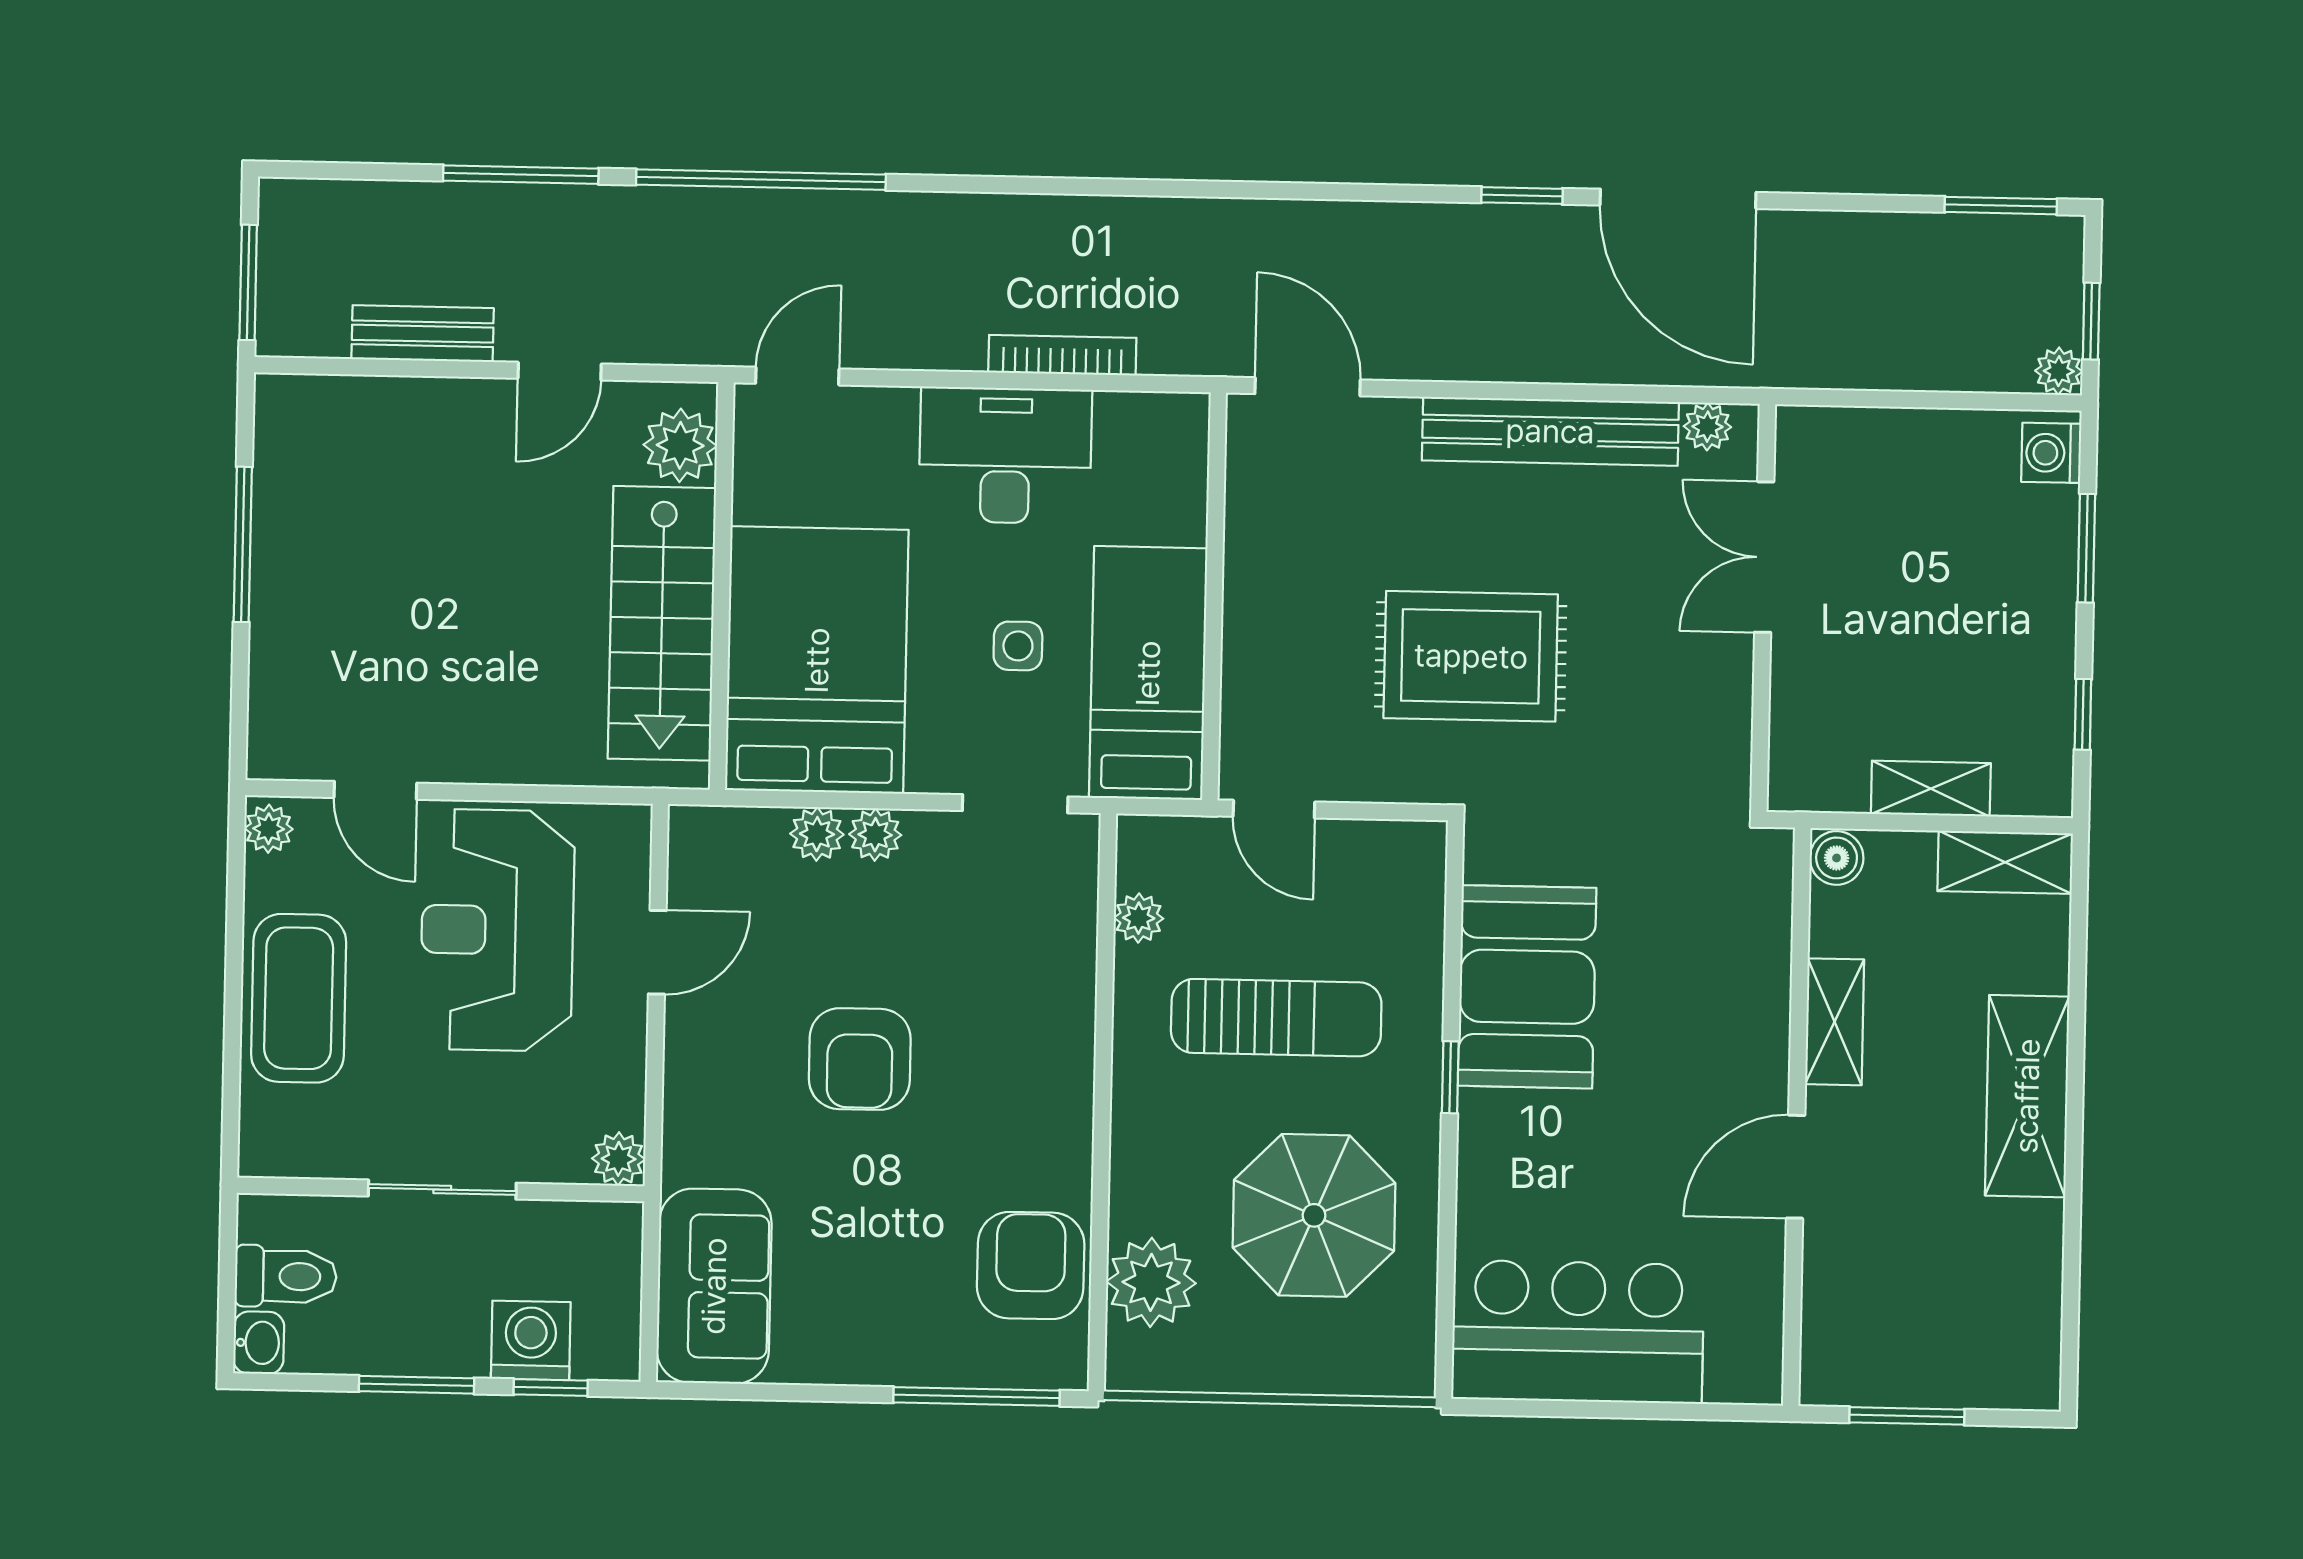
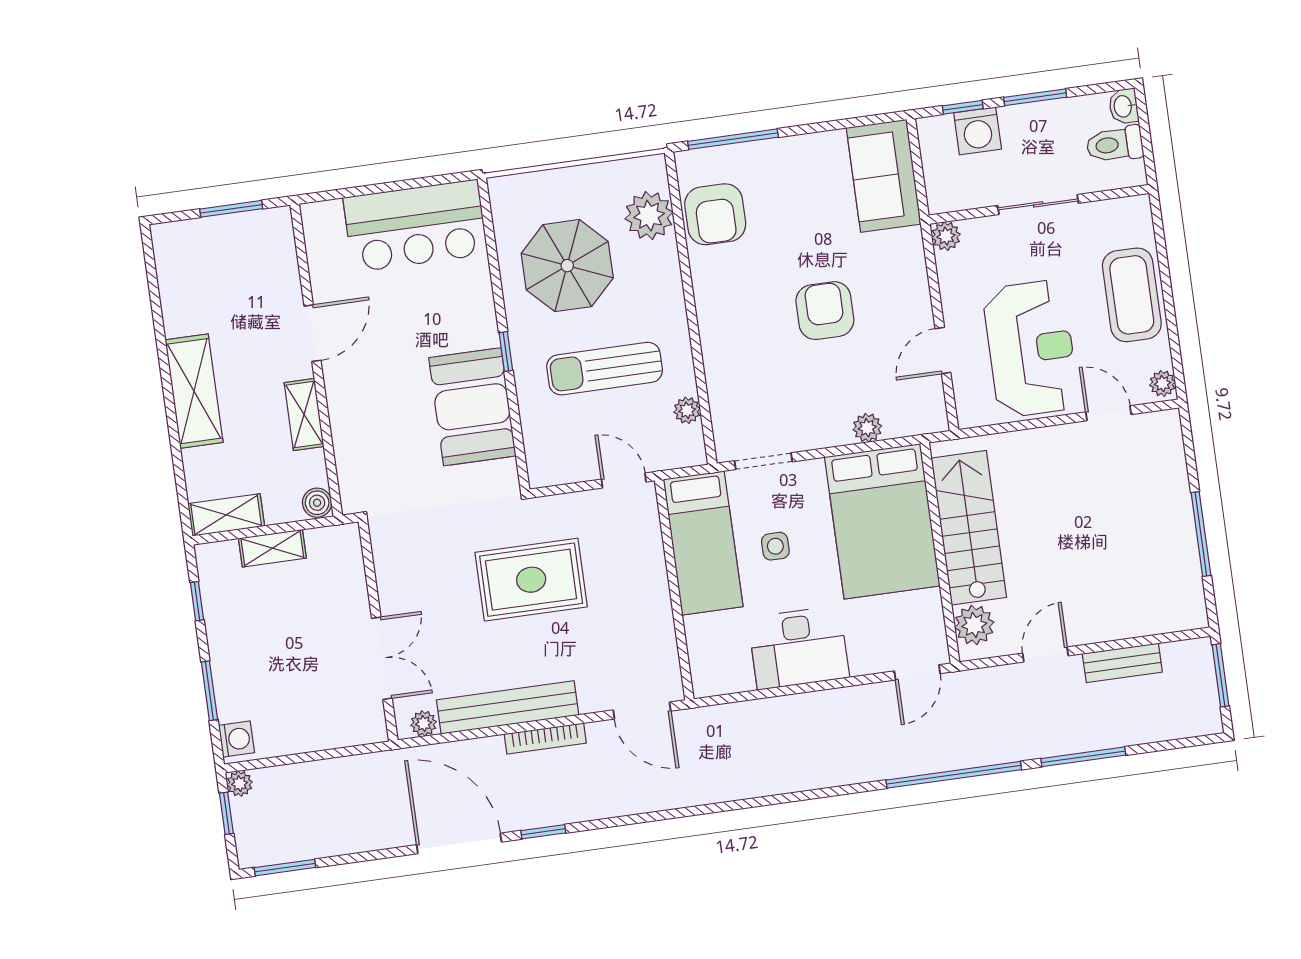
bookcase: (1062, 355) -> (545, 738), moved
plant: (875, 835) -> (836, 432), removed

